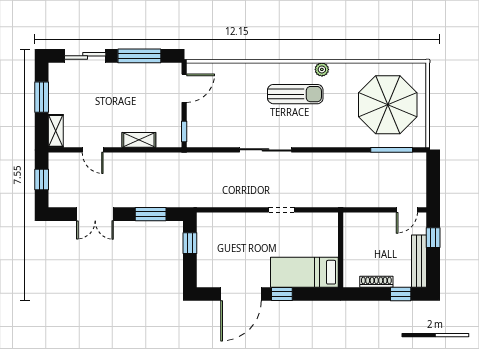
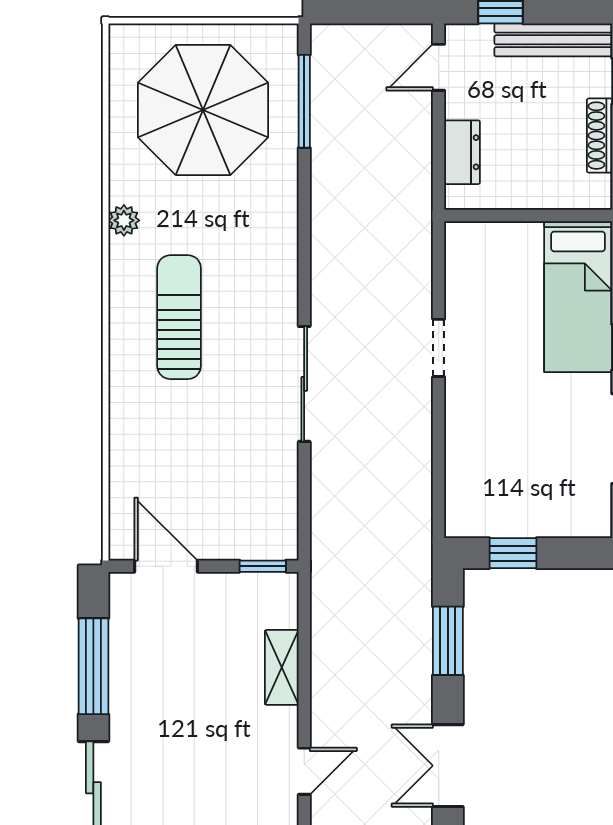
plant: (322, 69) -> (124, 220), moved
door: (407, 210) -> (439, 67), swing flipped
double door: (95, 214) -> (448, 766), swing flipped
dresser: (369, 220) -> (462, 152), added

